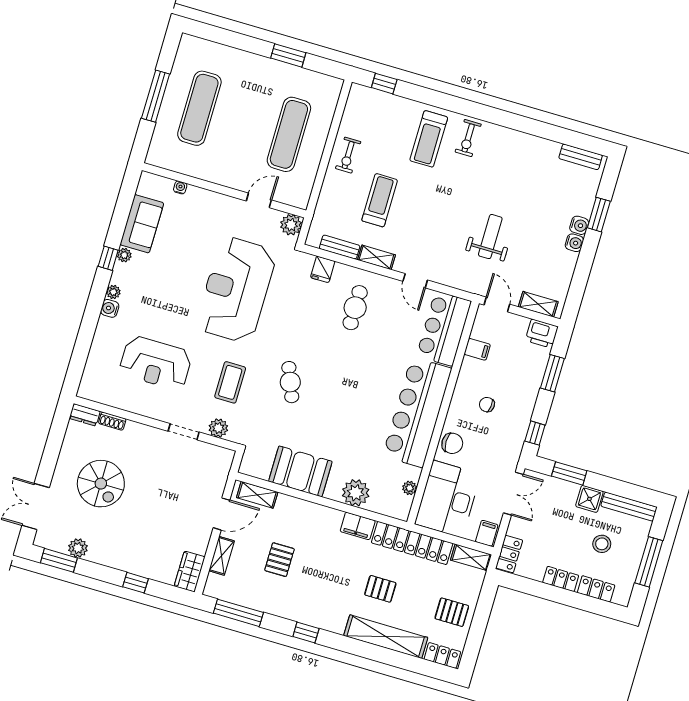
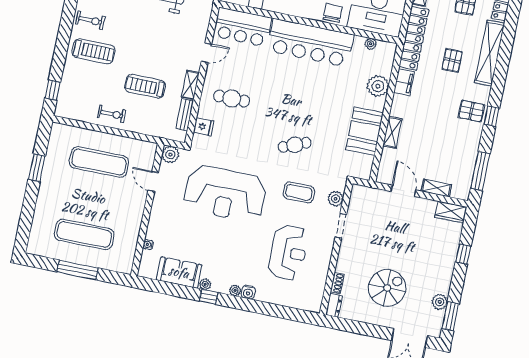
shelving: (257, 495) -> (392, 132), moved
pallet: (279, 560) -> (471, 111), moved

